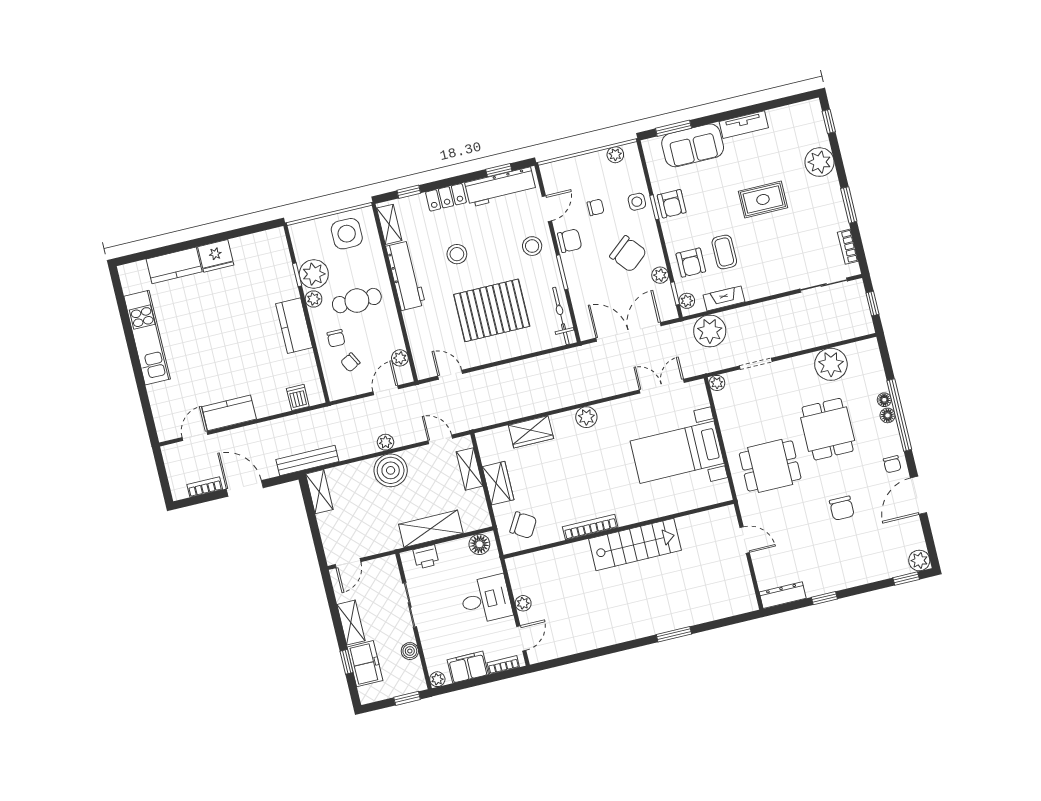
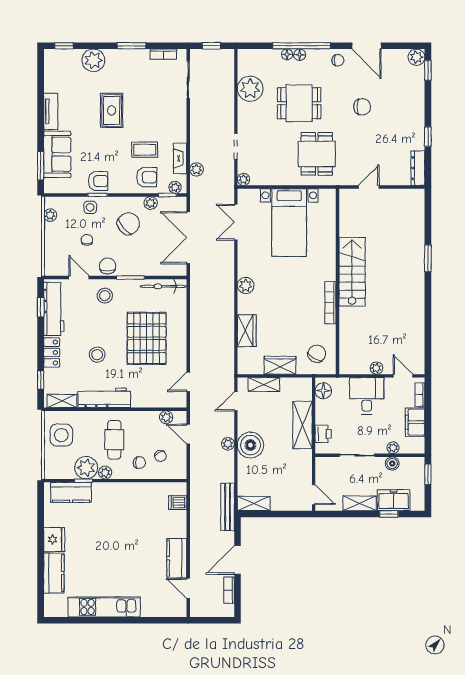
kitchen counter: (294, 326) -> (71, 492), moved
plant: (710, 331) -> (197, 169), width x0.53, depth x0.53
plant: (437, 679) -> (393, 448), moved

